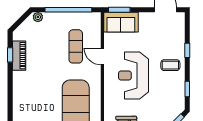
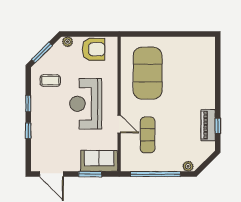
window: (119, 10) -> (90, 174), moved
coffee table: (170, 65) -> (50, 81), moved
reception desk: (134, 75) -> (86, 104), turned 180
window: (187, 89) -> (28, 103), moved

